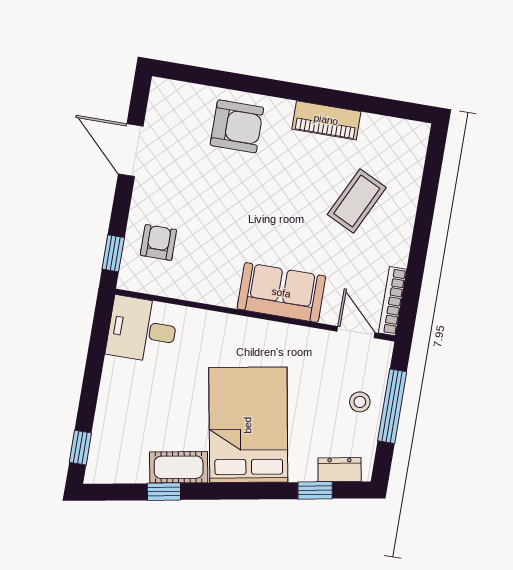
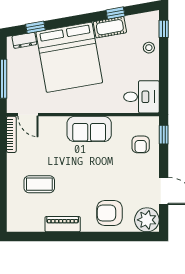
plant: (170, 102) -> (147, 220), added
coffee table: (357, 201) -> (39, 184), turned 64
sofa: (281, 293) -> (89, 129), moved
stool: (360, 402) -> (149, 48), moved
bed: (248, 425) -> (69, 57), width x1.36

